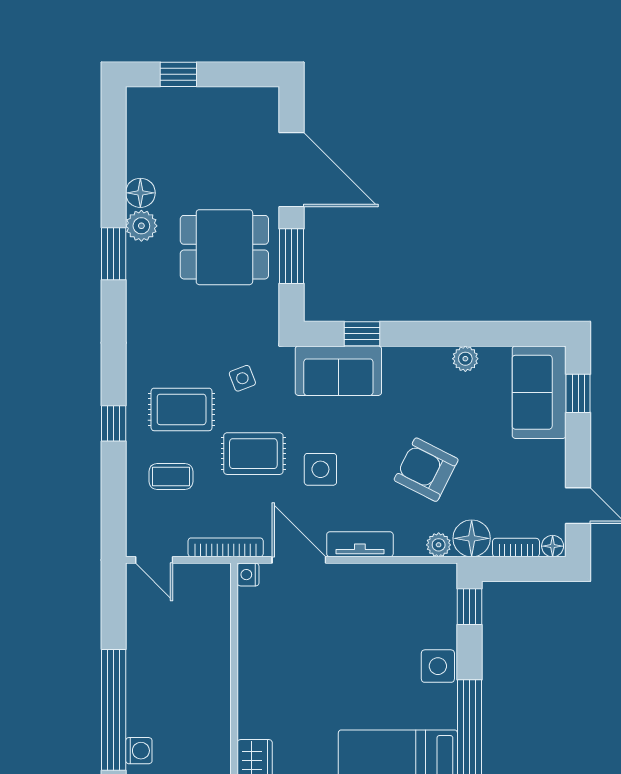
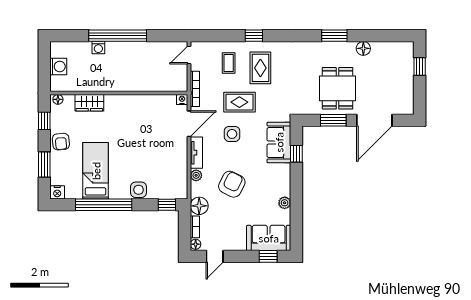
plant: (141, 226) -> (348, 49), removed
side table: (242, 378) -> (275, 97), removed
rug: (253, 454) -> (239, 102), turned 90
plant: (439, 545) -> (196, 175), moved

